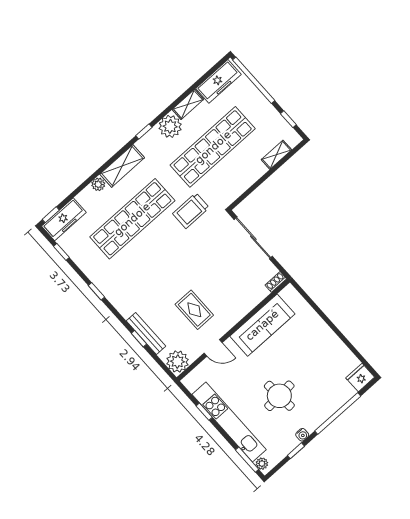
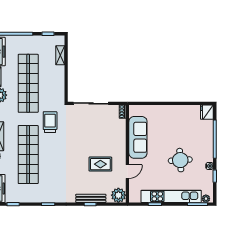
trolley: (191, 211) -> (50, 122), turned 180

